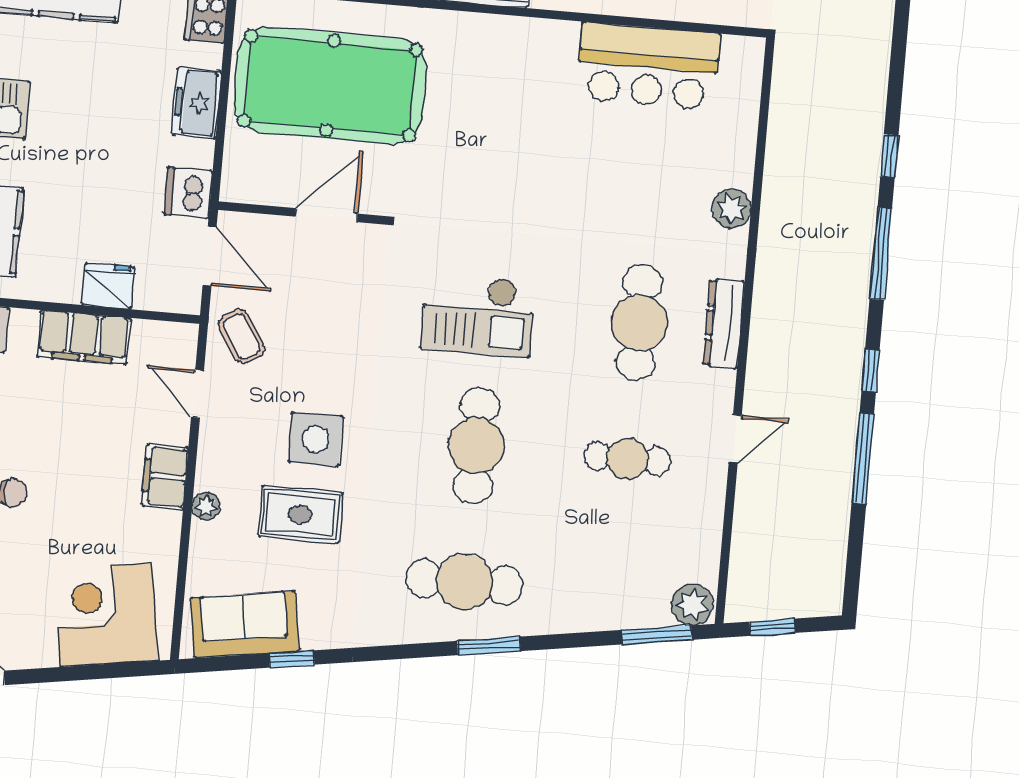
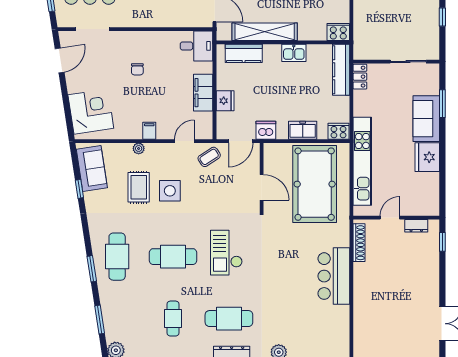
bar counter: (648, 66) -> (334, 276), moved
filing cabinet: (165, 477) -> (149, 131), width x0.50
window: (657, 635) -> (100, 320), moved

